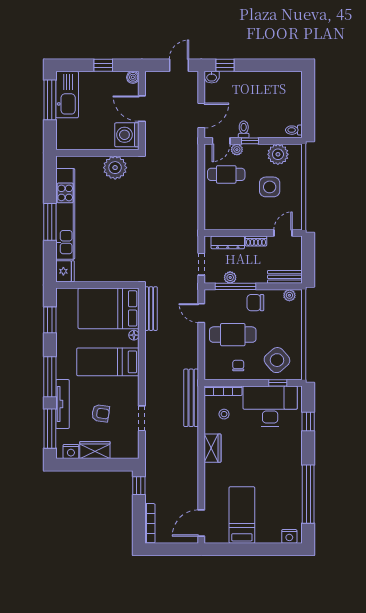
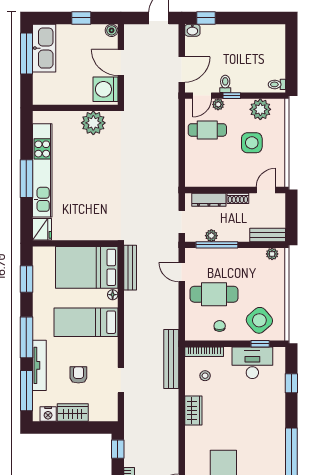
chair: (255, 303) -> (237, 261), removed
desk: (270, 406) -> (252, 363), width x0.73, depth x0.77
armchair: (101, 413) -> (78, 375), turned -98

